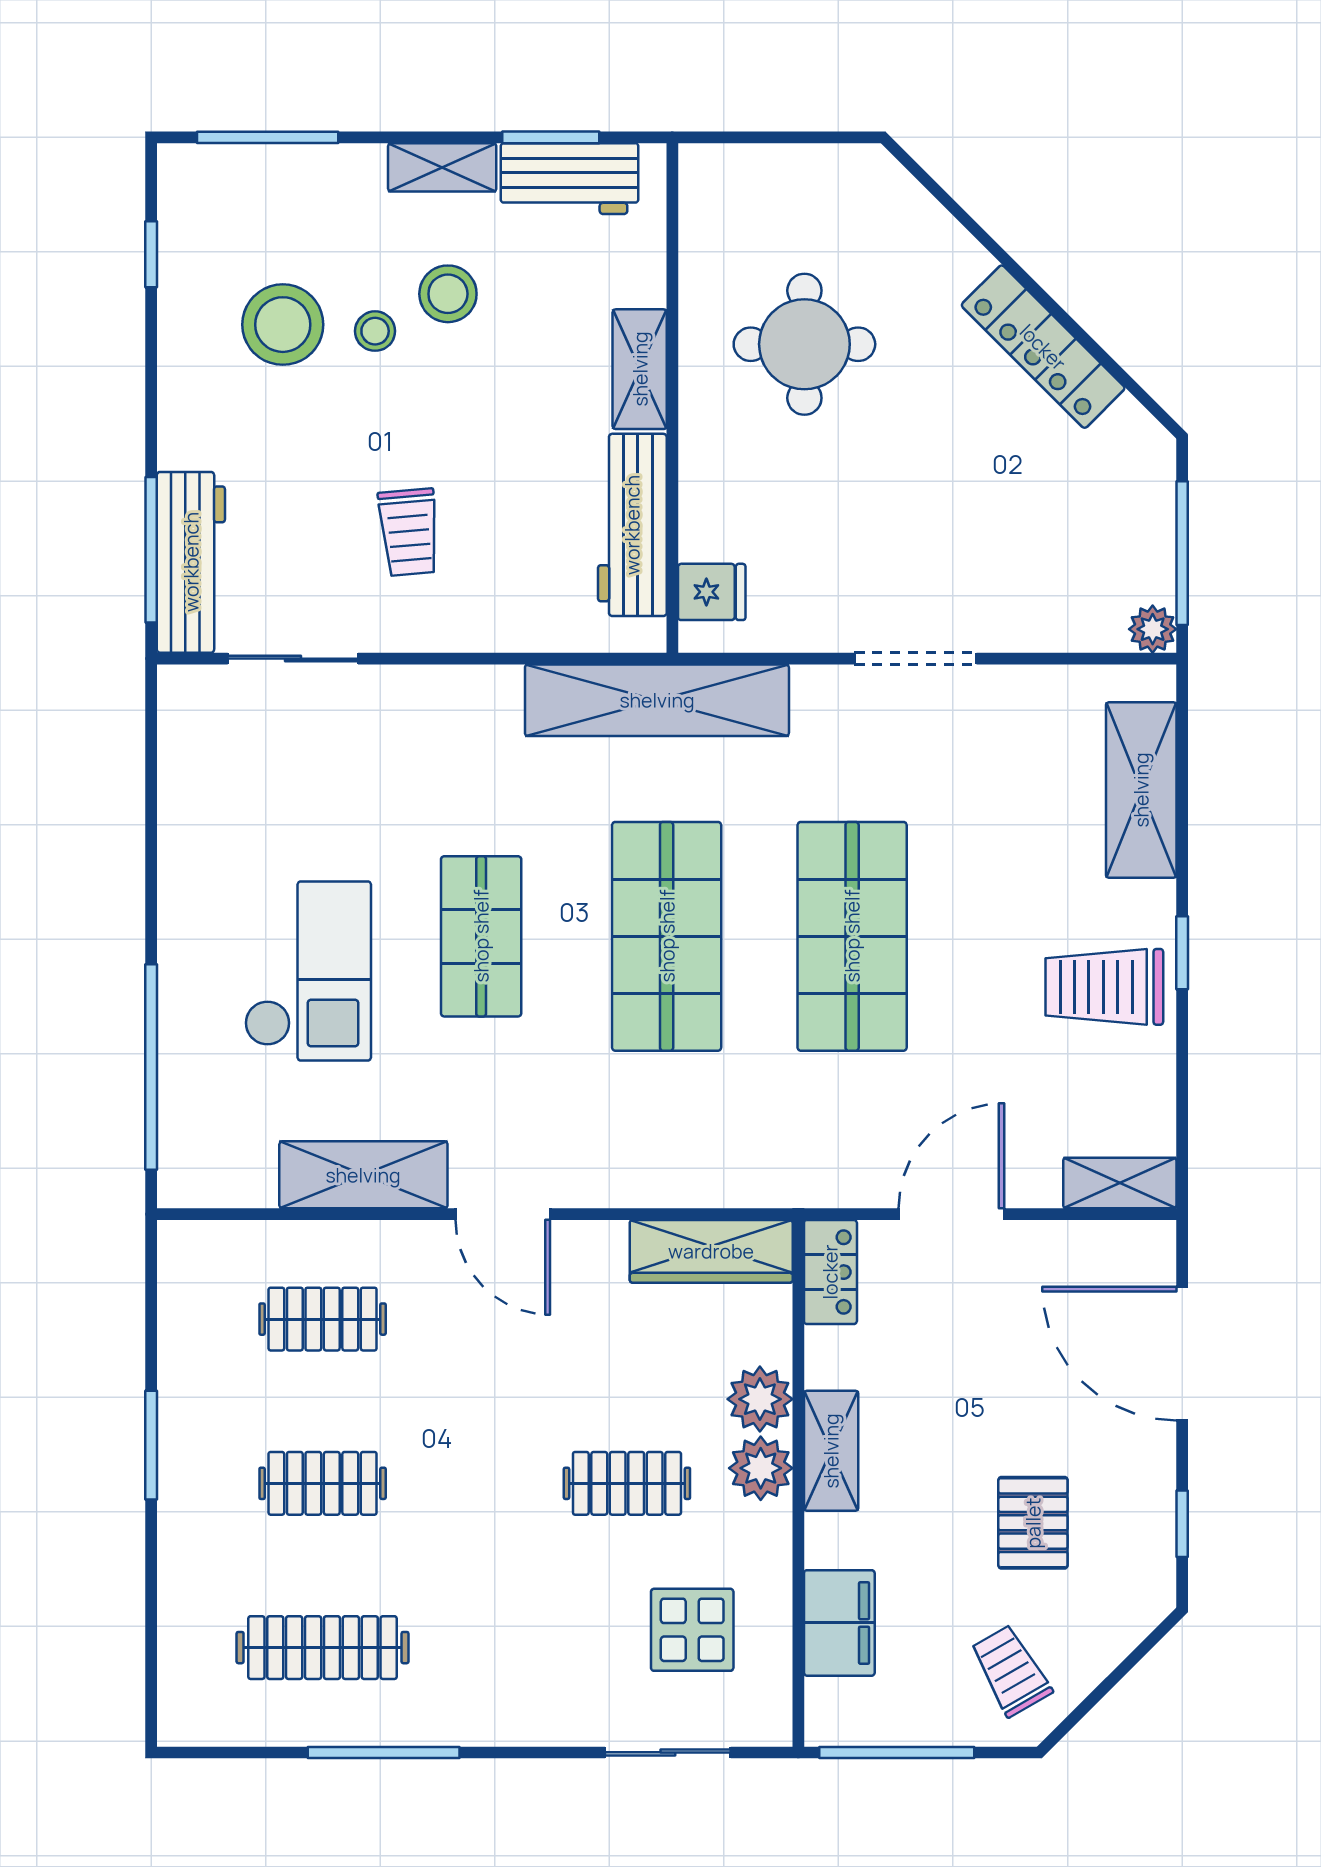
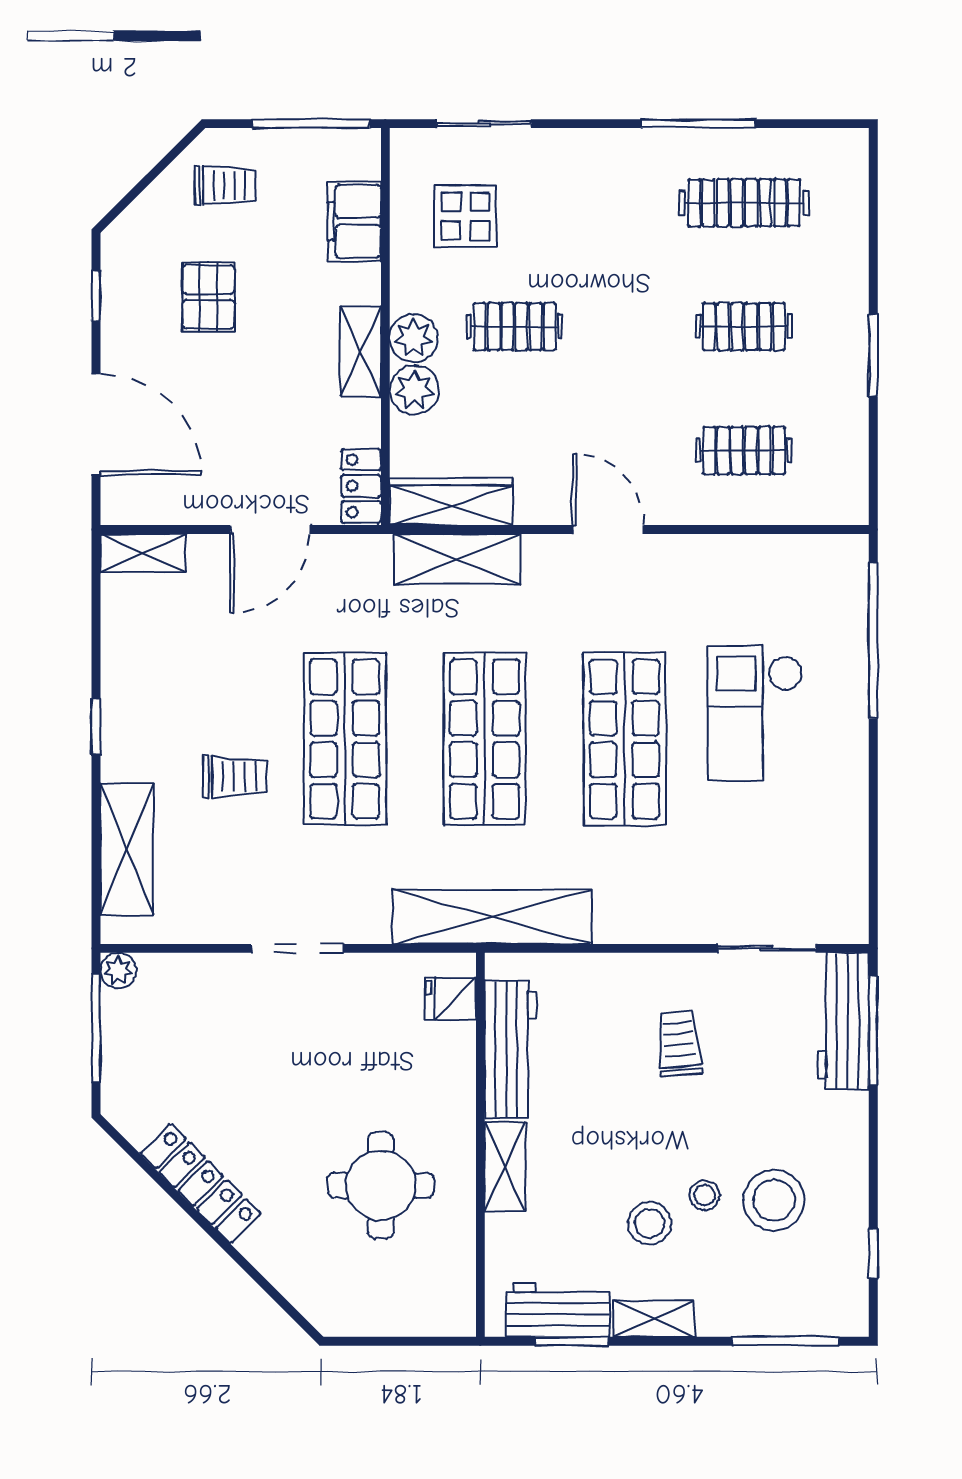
shop shelf: (481, 936) -> (624, 739), width x1.43, depth x1.36
trolley: (1104, 987) -> (235, 777), moved, width x0.73, depth x0.72
shelving: (363, 1175) -> (457, 559), moved
trolley: (1011, 1671) -> (225, 185), turned -60

